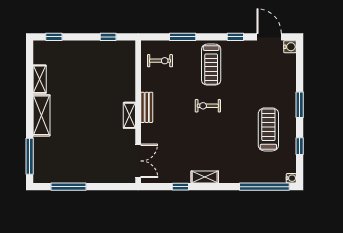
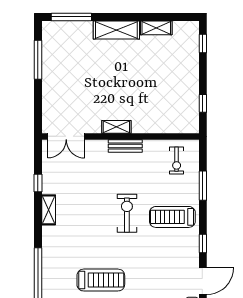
exercise bike: (208, 106) -> (127, 213), width x1.38, depth x1.39

